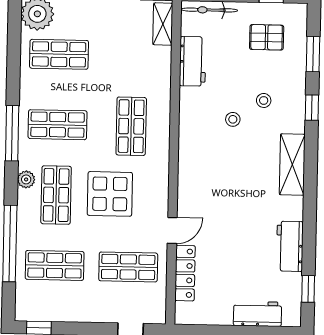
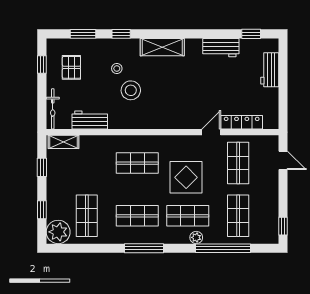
stool: (233, 119) -> (131, 90), width x1.89, depth x1.89
shop shelf: (58, 125) -> (137, 216), turned 90
plant: (26, 179) -> (196, 237), moved
door: (172, 230) -> (211, 132), hinge flipped

